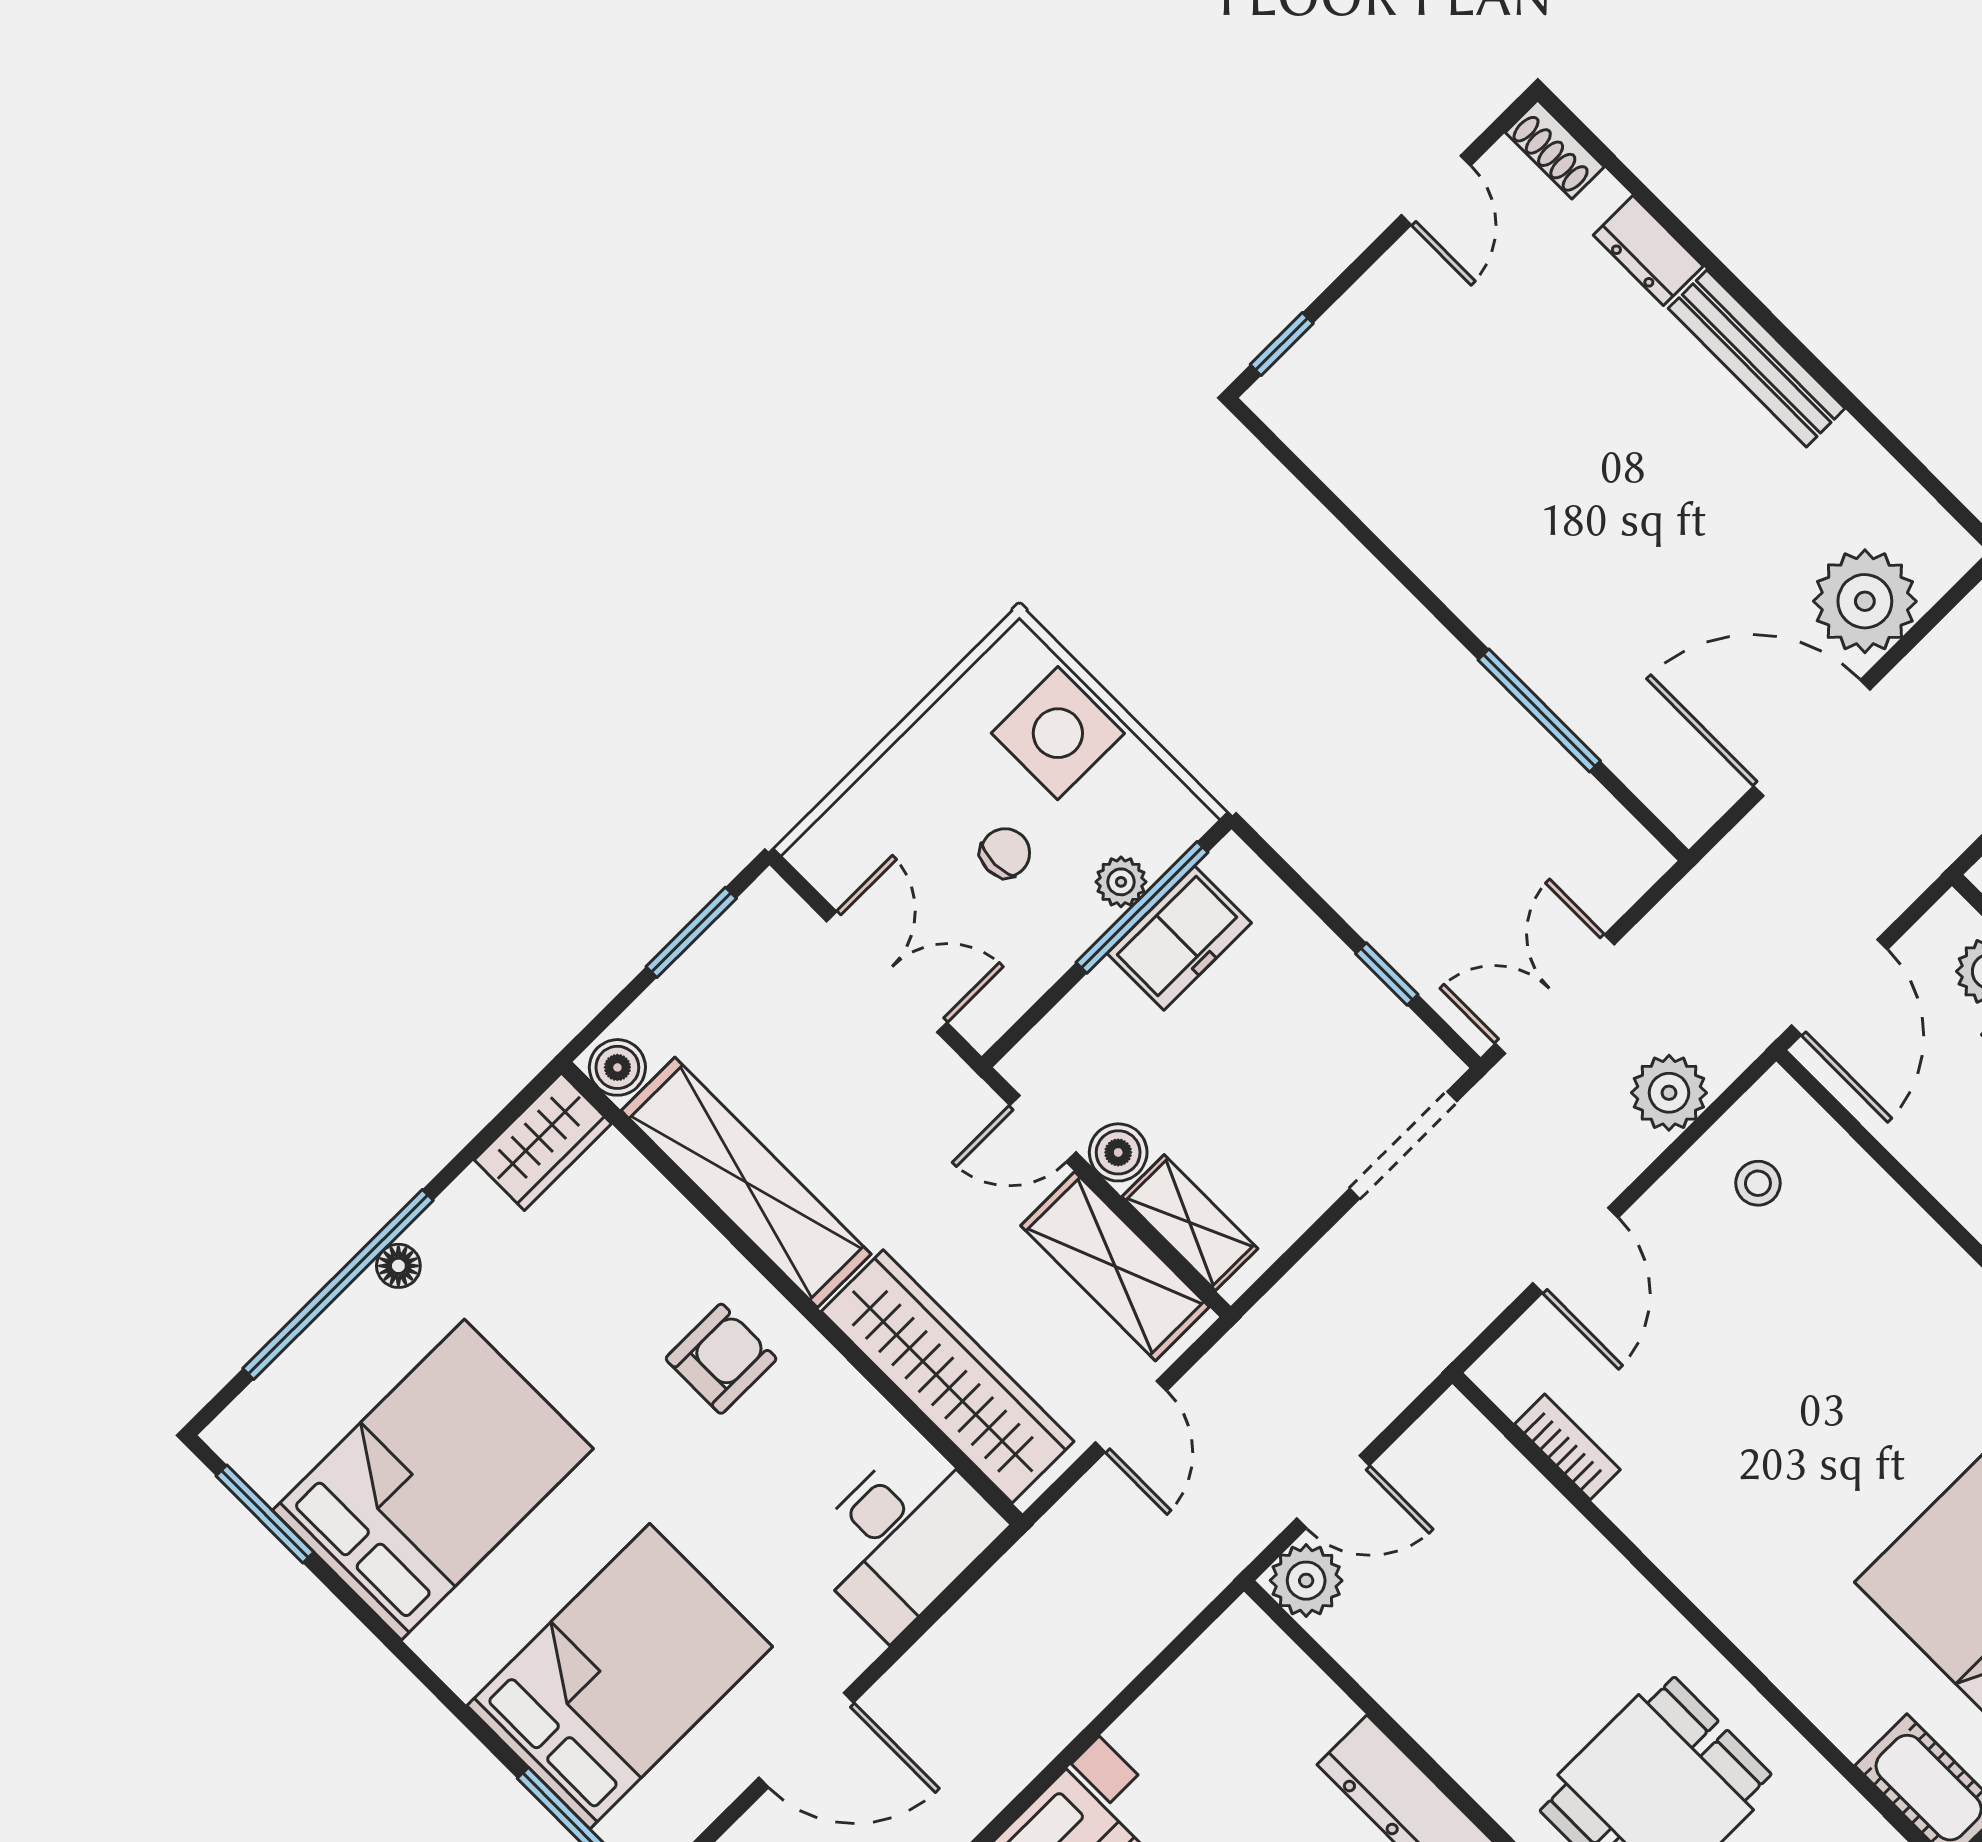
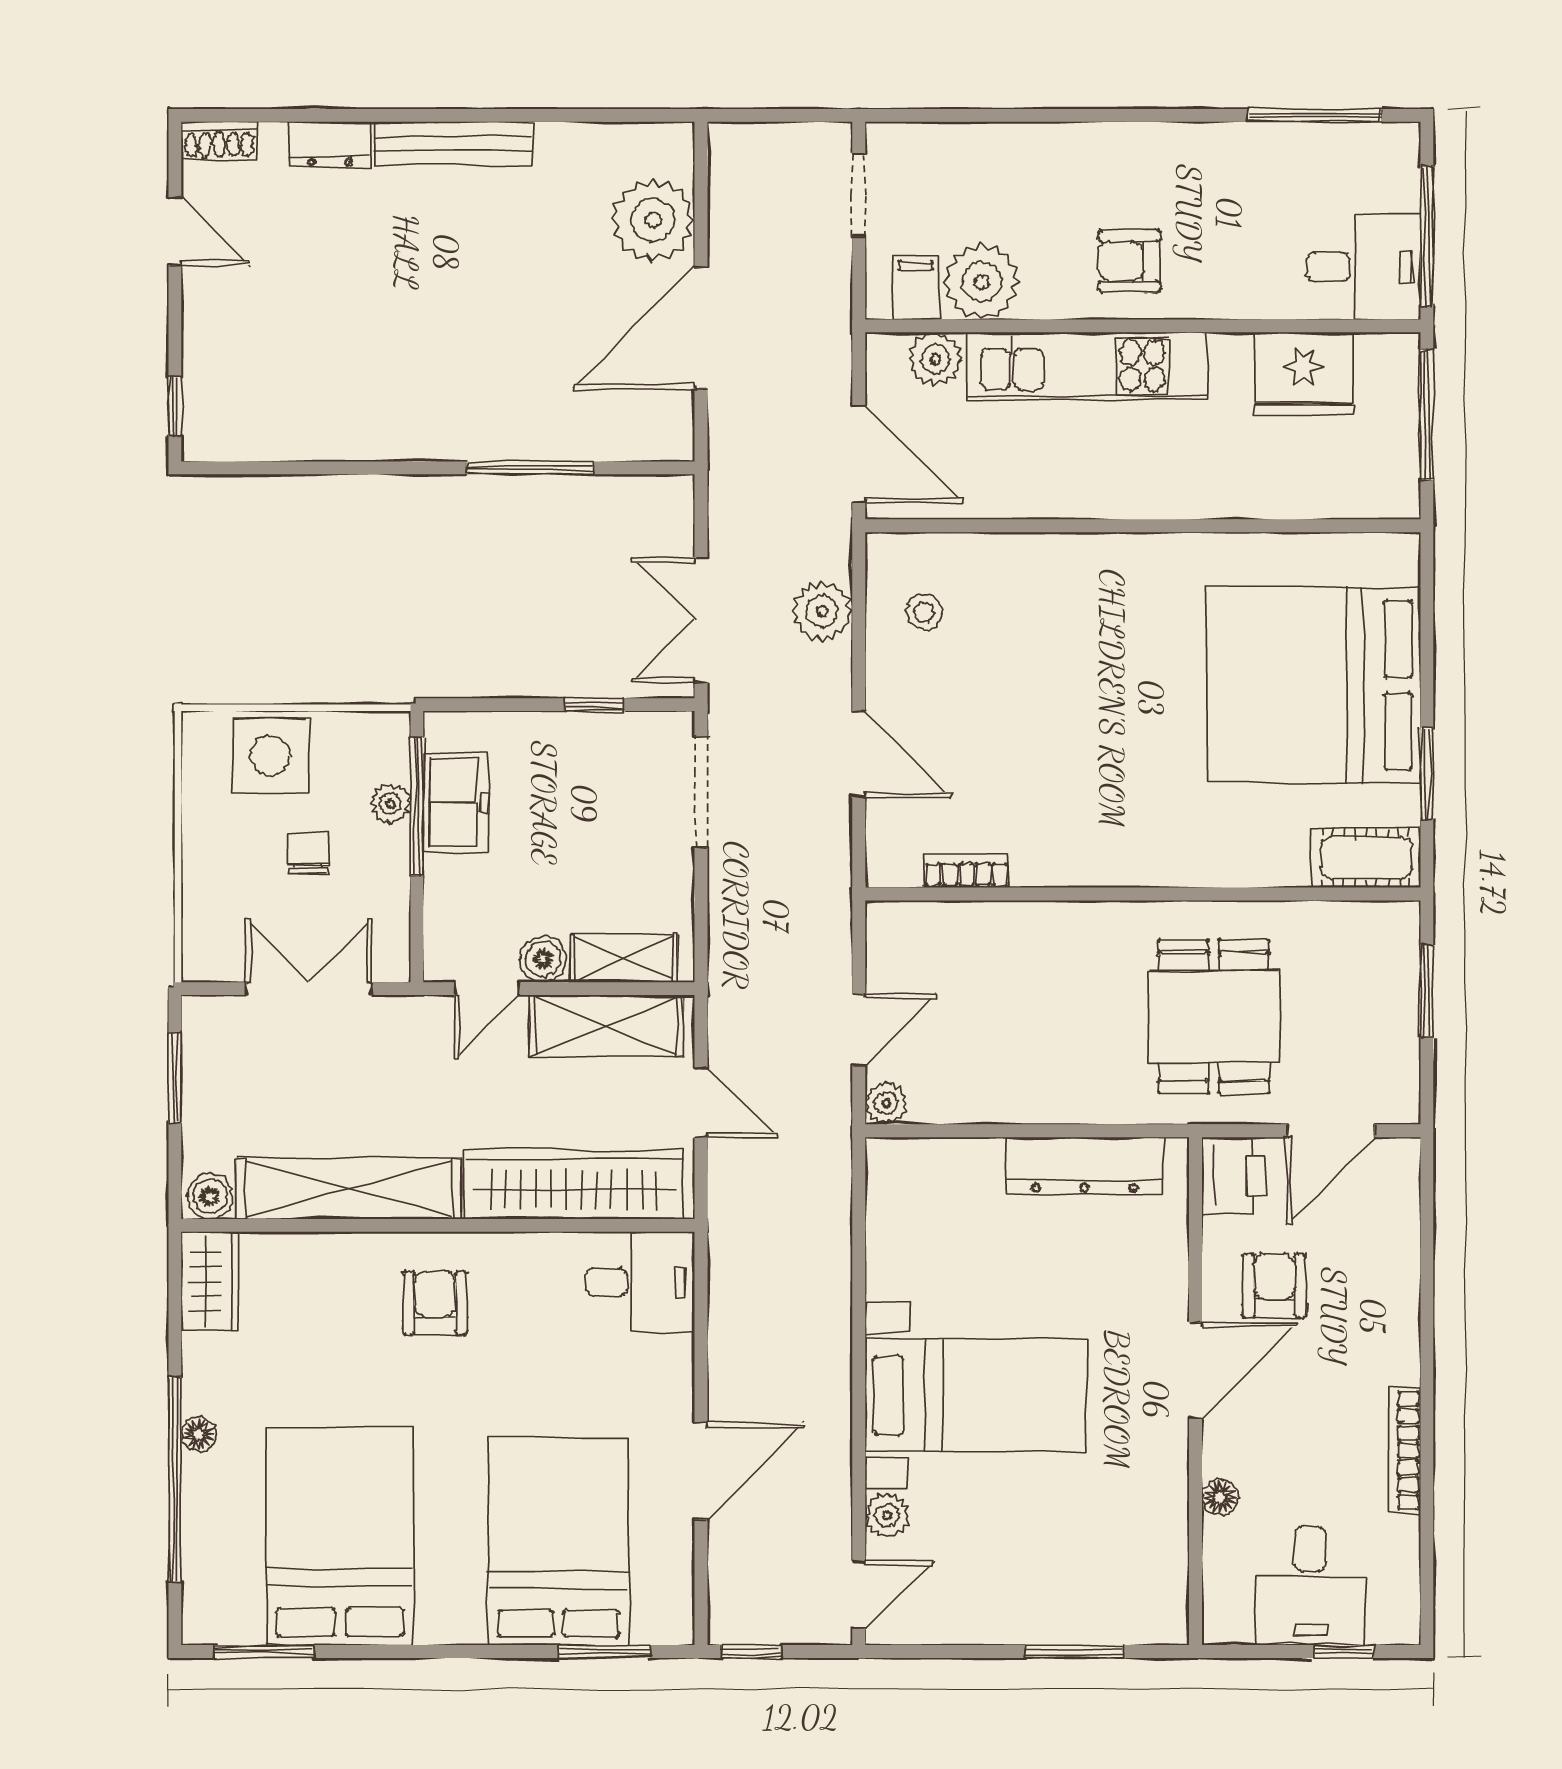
desk: (903, 1537) -> (640, 1282), width x0.73
plant: (1306, 1581) -> (886, 1103), width x0.73, depth x0.73

